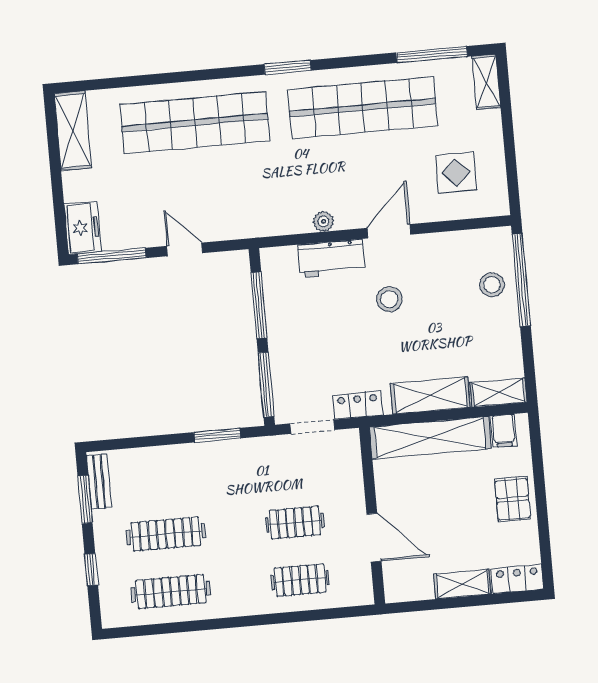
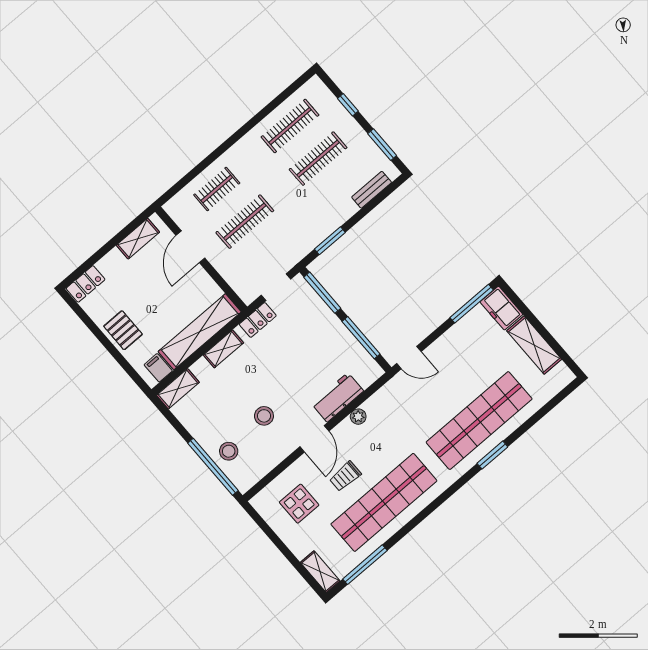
window: (288, 67) -> (492, 455), moved
shelving: (73, 131) -> (534, 345), moved
trolley: (384, 166) -> (345, 476), added
door: (185, 249) -> (409, 358), moved
stool: (389, 299) -> (264, 416), moved
shelving: (430, 395) -> (223, 349), width x0.67, depth x0.75
bench: (99, 481) -> (372, 190), moved, turned 90
clothes rail: (295, 523) -> (245, 222), width x1.36
door: (374, 538) -> (190, 247), hinge flipped
shelving: (462, 584) -> (138, 239), moved

